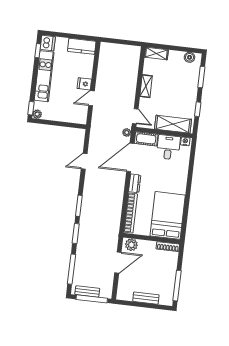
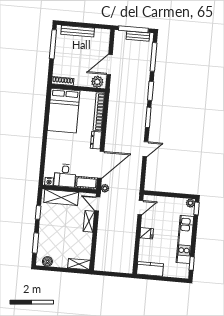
dishwasher: (48, 43) -> (182, 271), removed
shelving: (146, 86) -> (89, 221), moved
door: (92, 98) -> (140, 208), moved
door: (84, 161) -> (145, 149), moved
bench: (146, 298) -> (78, 31), width x1.36

